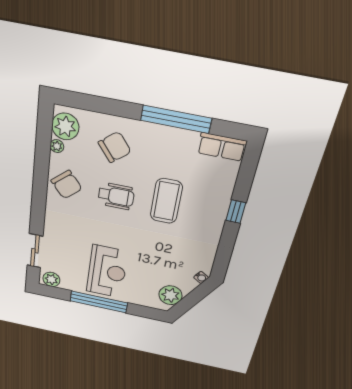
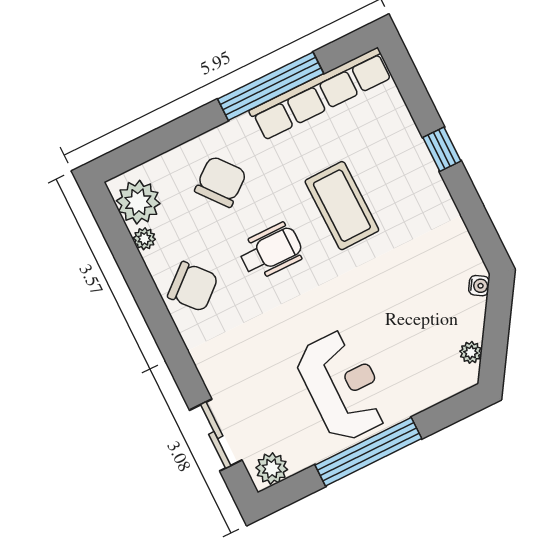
row of seats: (222, 147) -> (321, 94), width x2.02
plant: (170, 295) -> (471, 352), width x0.53, depth x0.53

